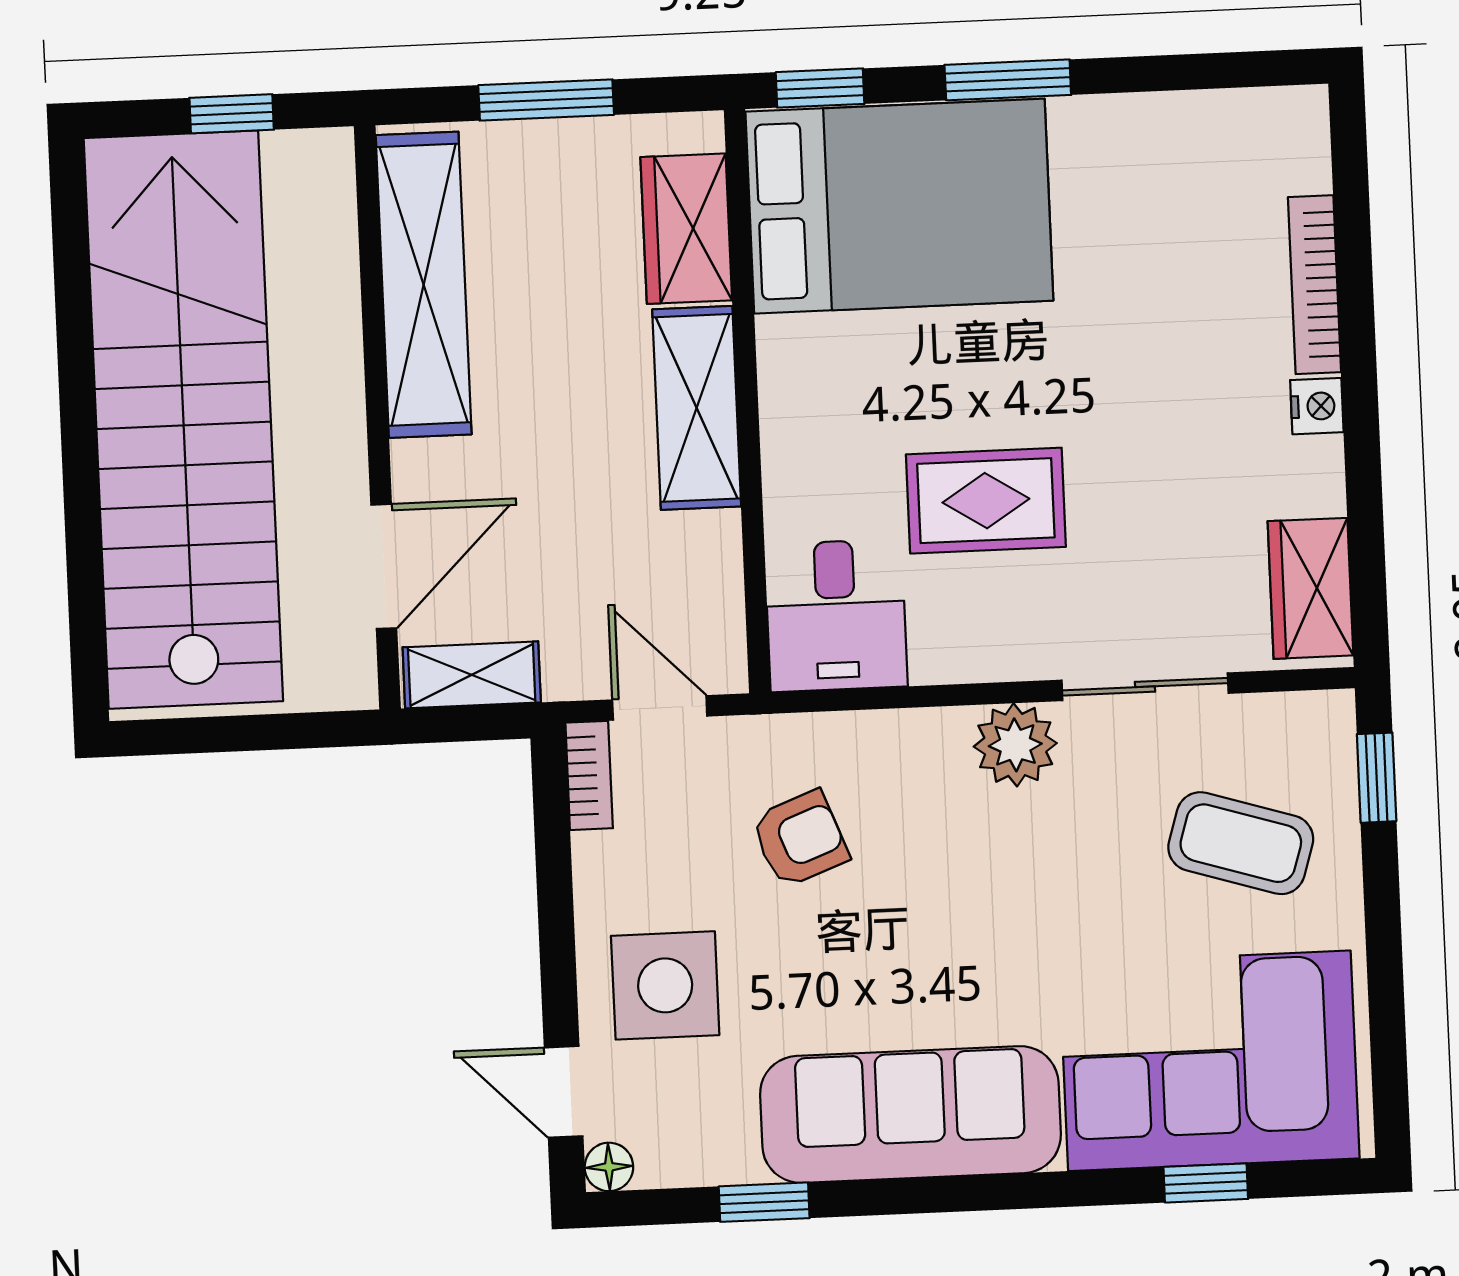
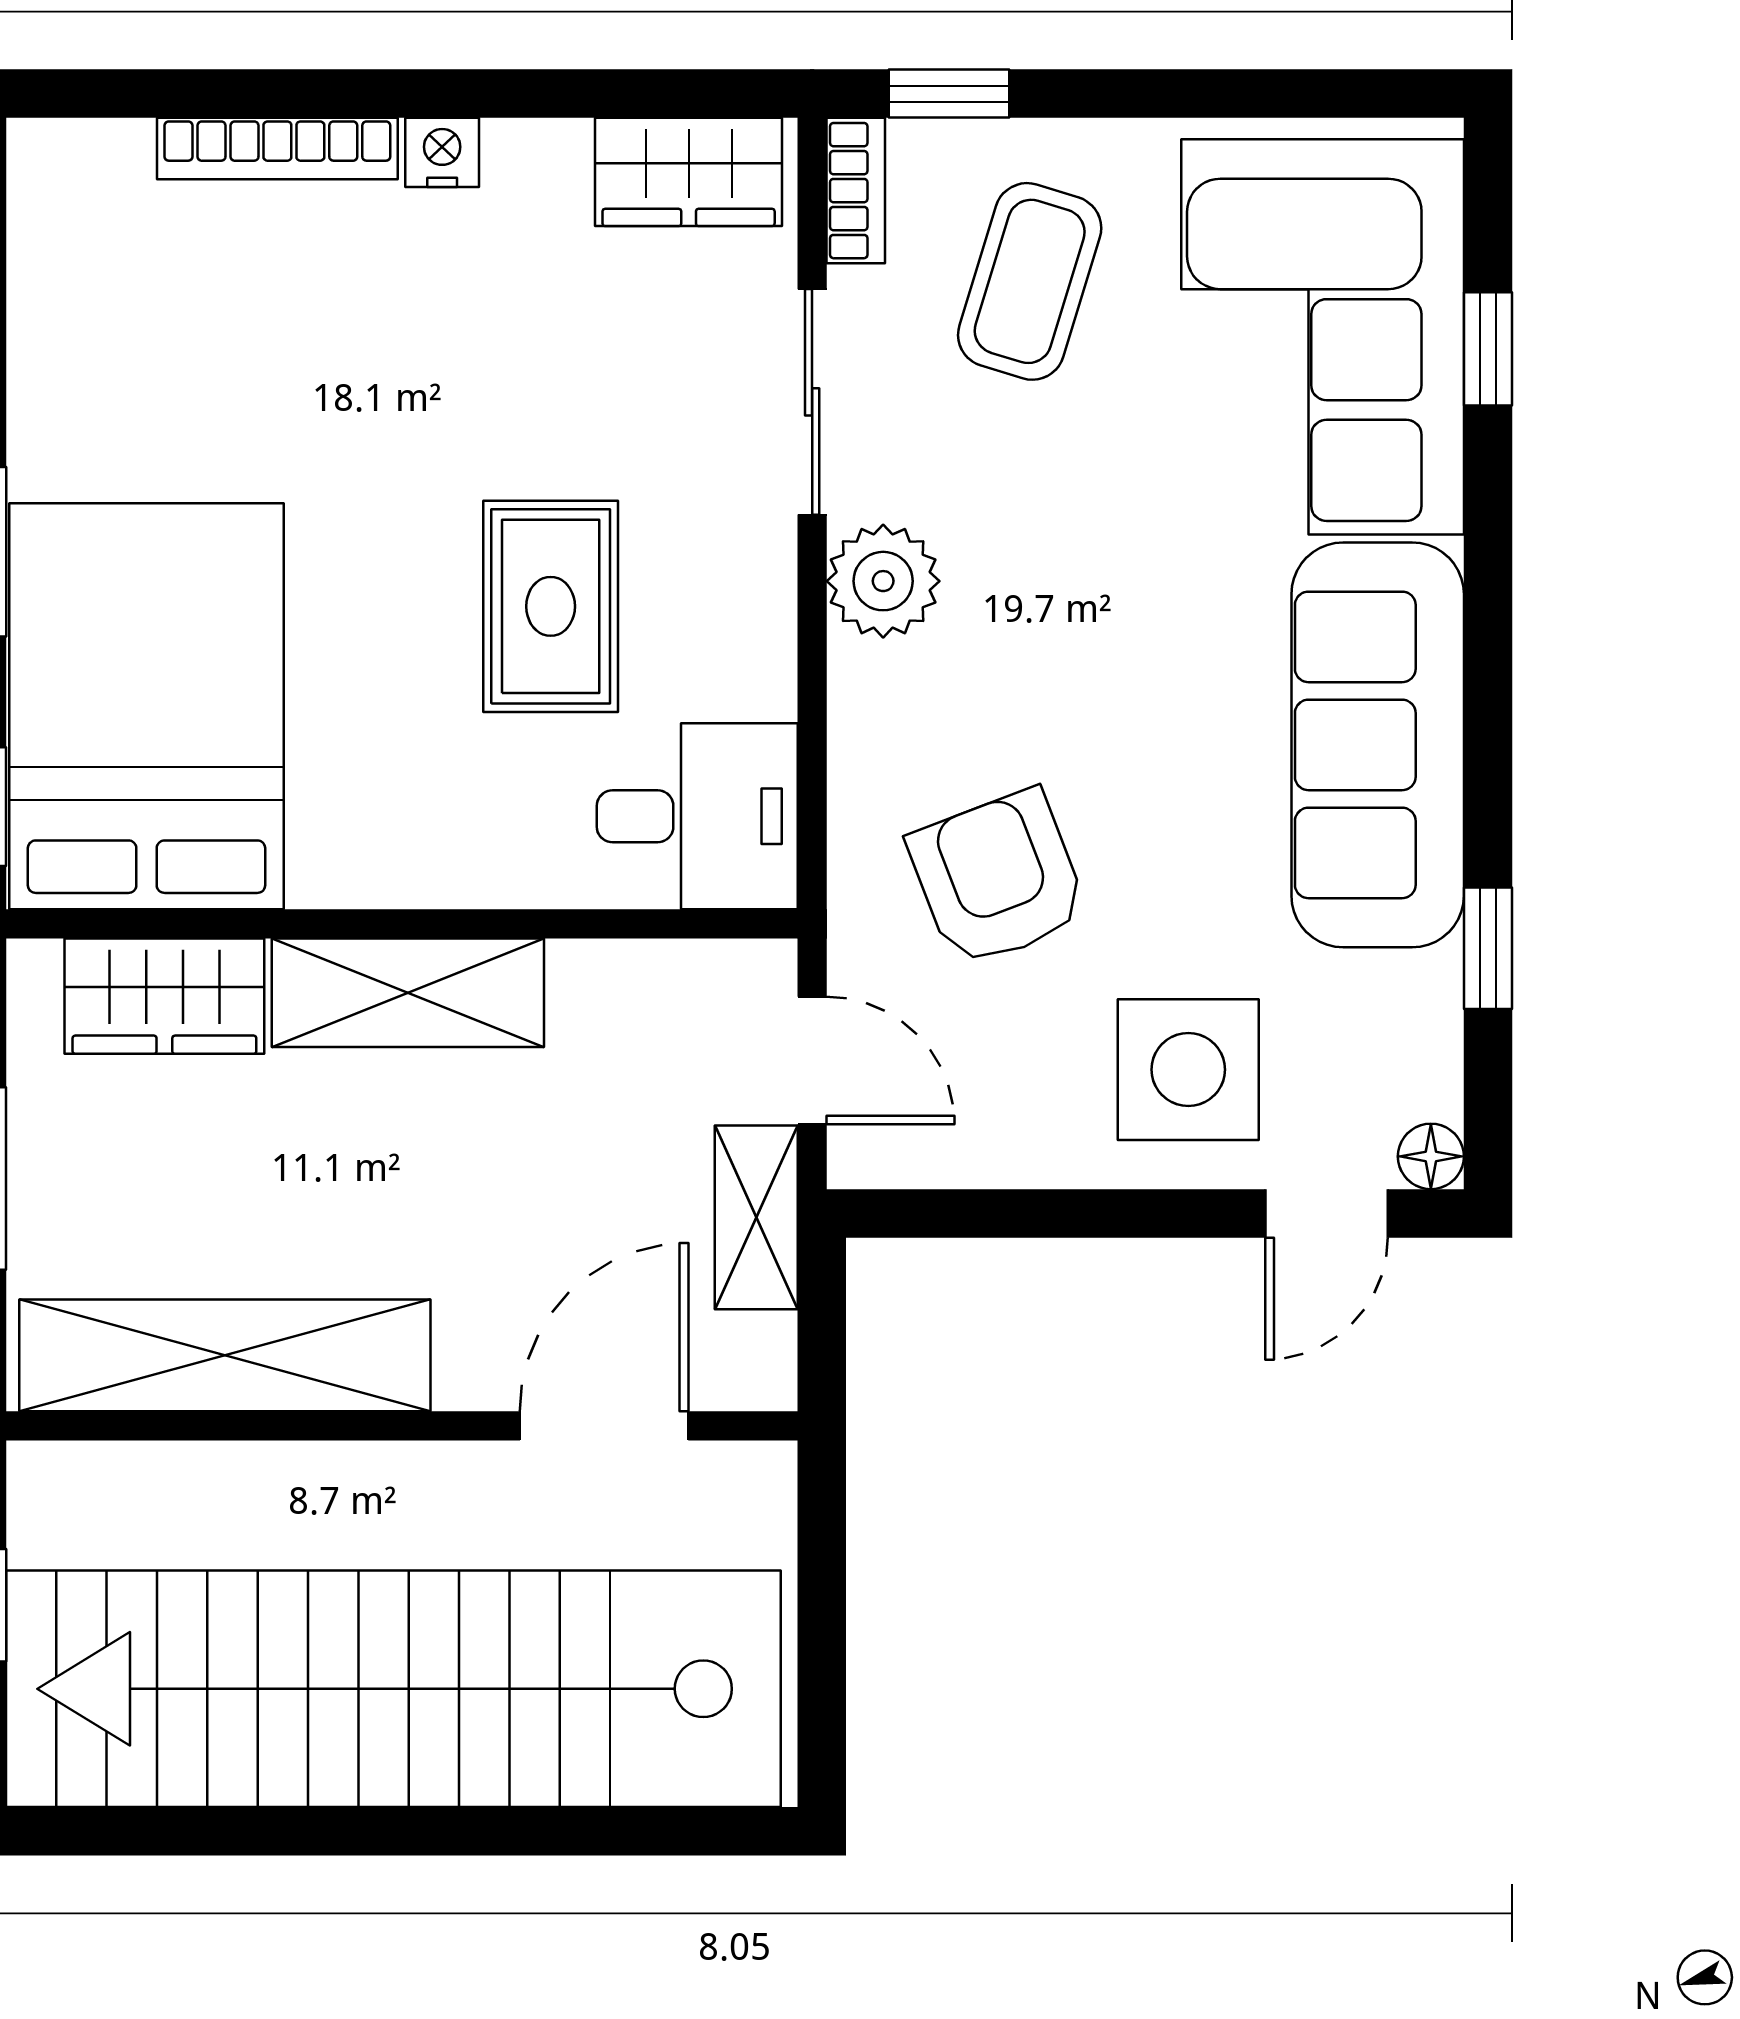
door: (384, 566) -> (604, 1426), hinge flipped
shelving: (472, 675) -> (756, 1217), moved
door: (660, 708) -> (812, 1060), swing flipped
bookcase: (589, 775) -> (856, 191), moved, turned 90
armchair: (800, 839) -> (998, 878), width x1.38, depth x1.38

